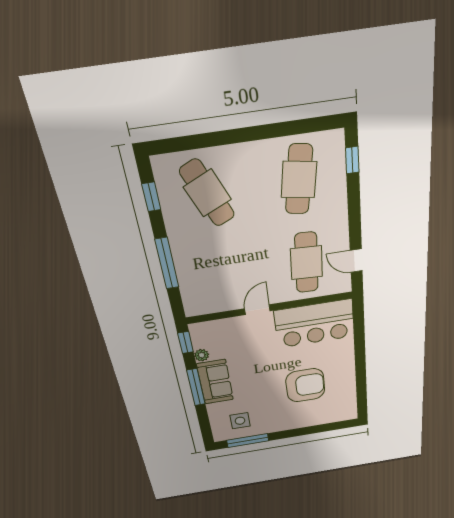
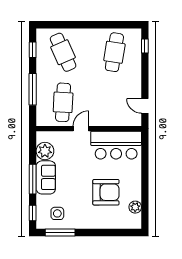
cafe table: (307, 263) -> (63, 102), moved
window: (185, 342) -> (33, 213), moved
plant: (202, 355) -> (45, 151), width x1.88, depth x1.88
plant: (348, 396) -> (135, 207), added

